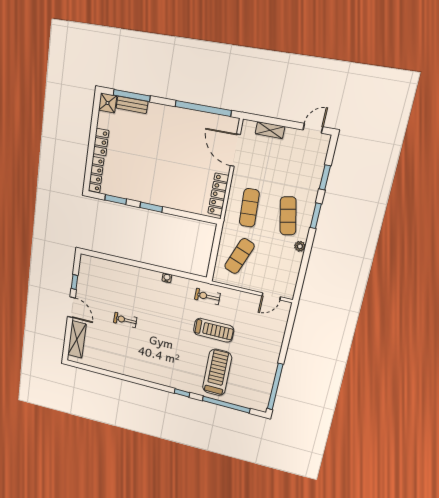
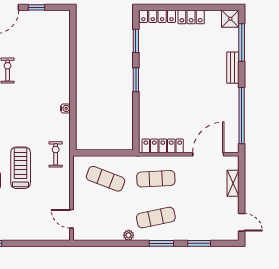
bench: (132, 105) -> (233, 68), moved
treadmill: (214, 330) -> (21, 168), turned 180

